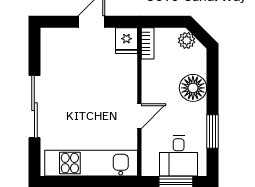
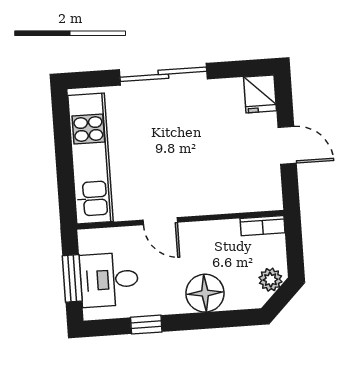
fridge: (126, 41) -> (260, 94), moved, turned -90
window: (213, 131) -> (146, 325), width x0.67

